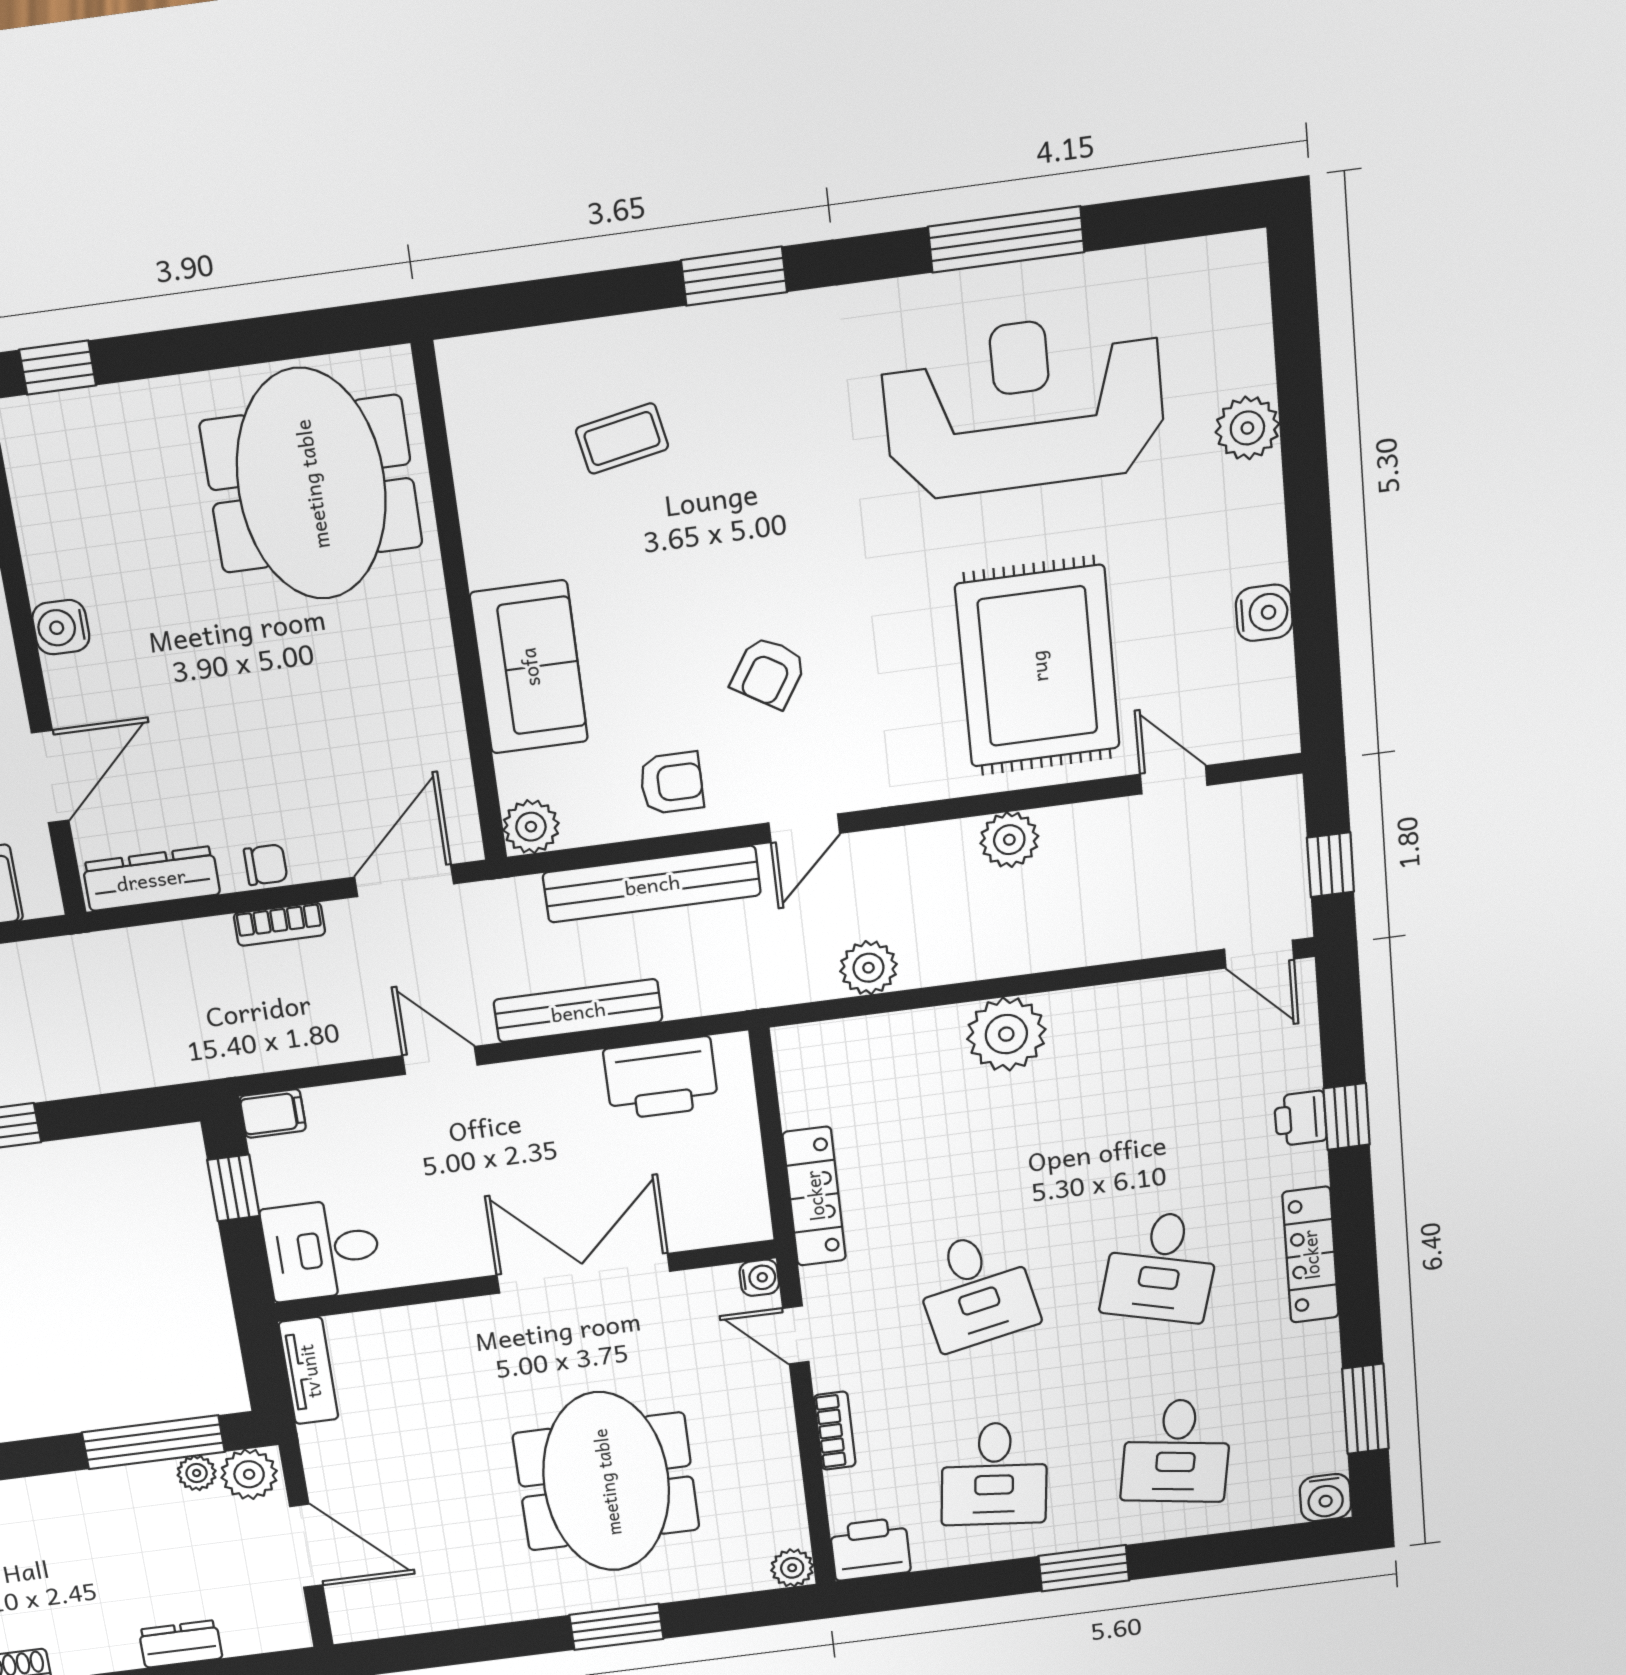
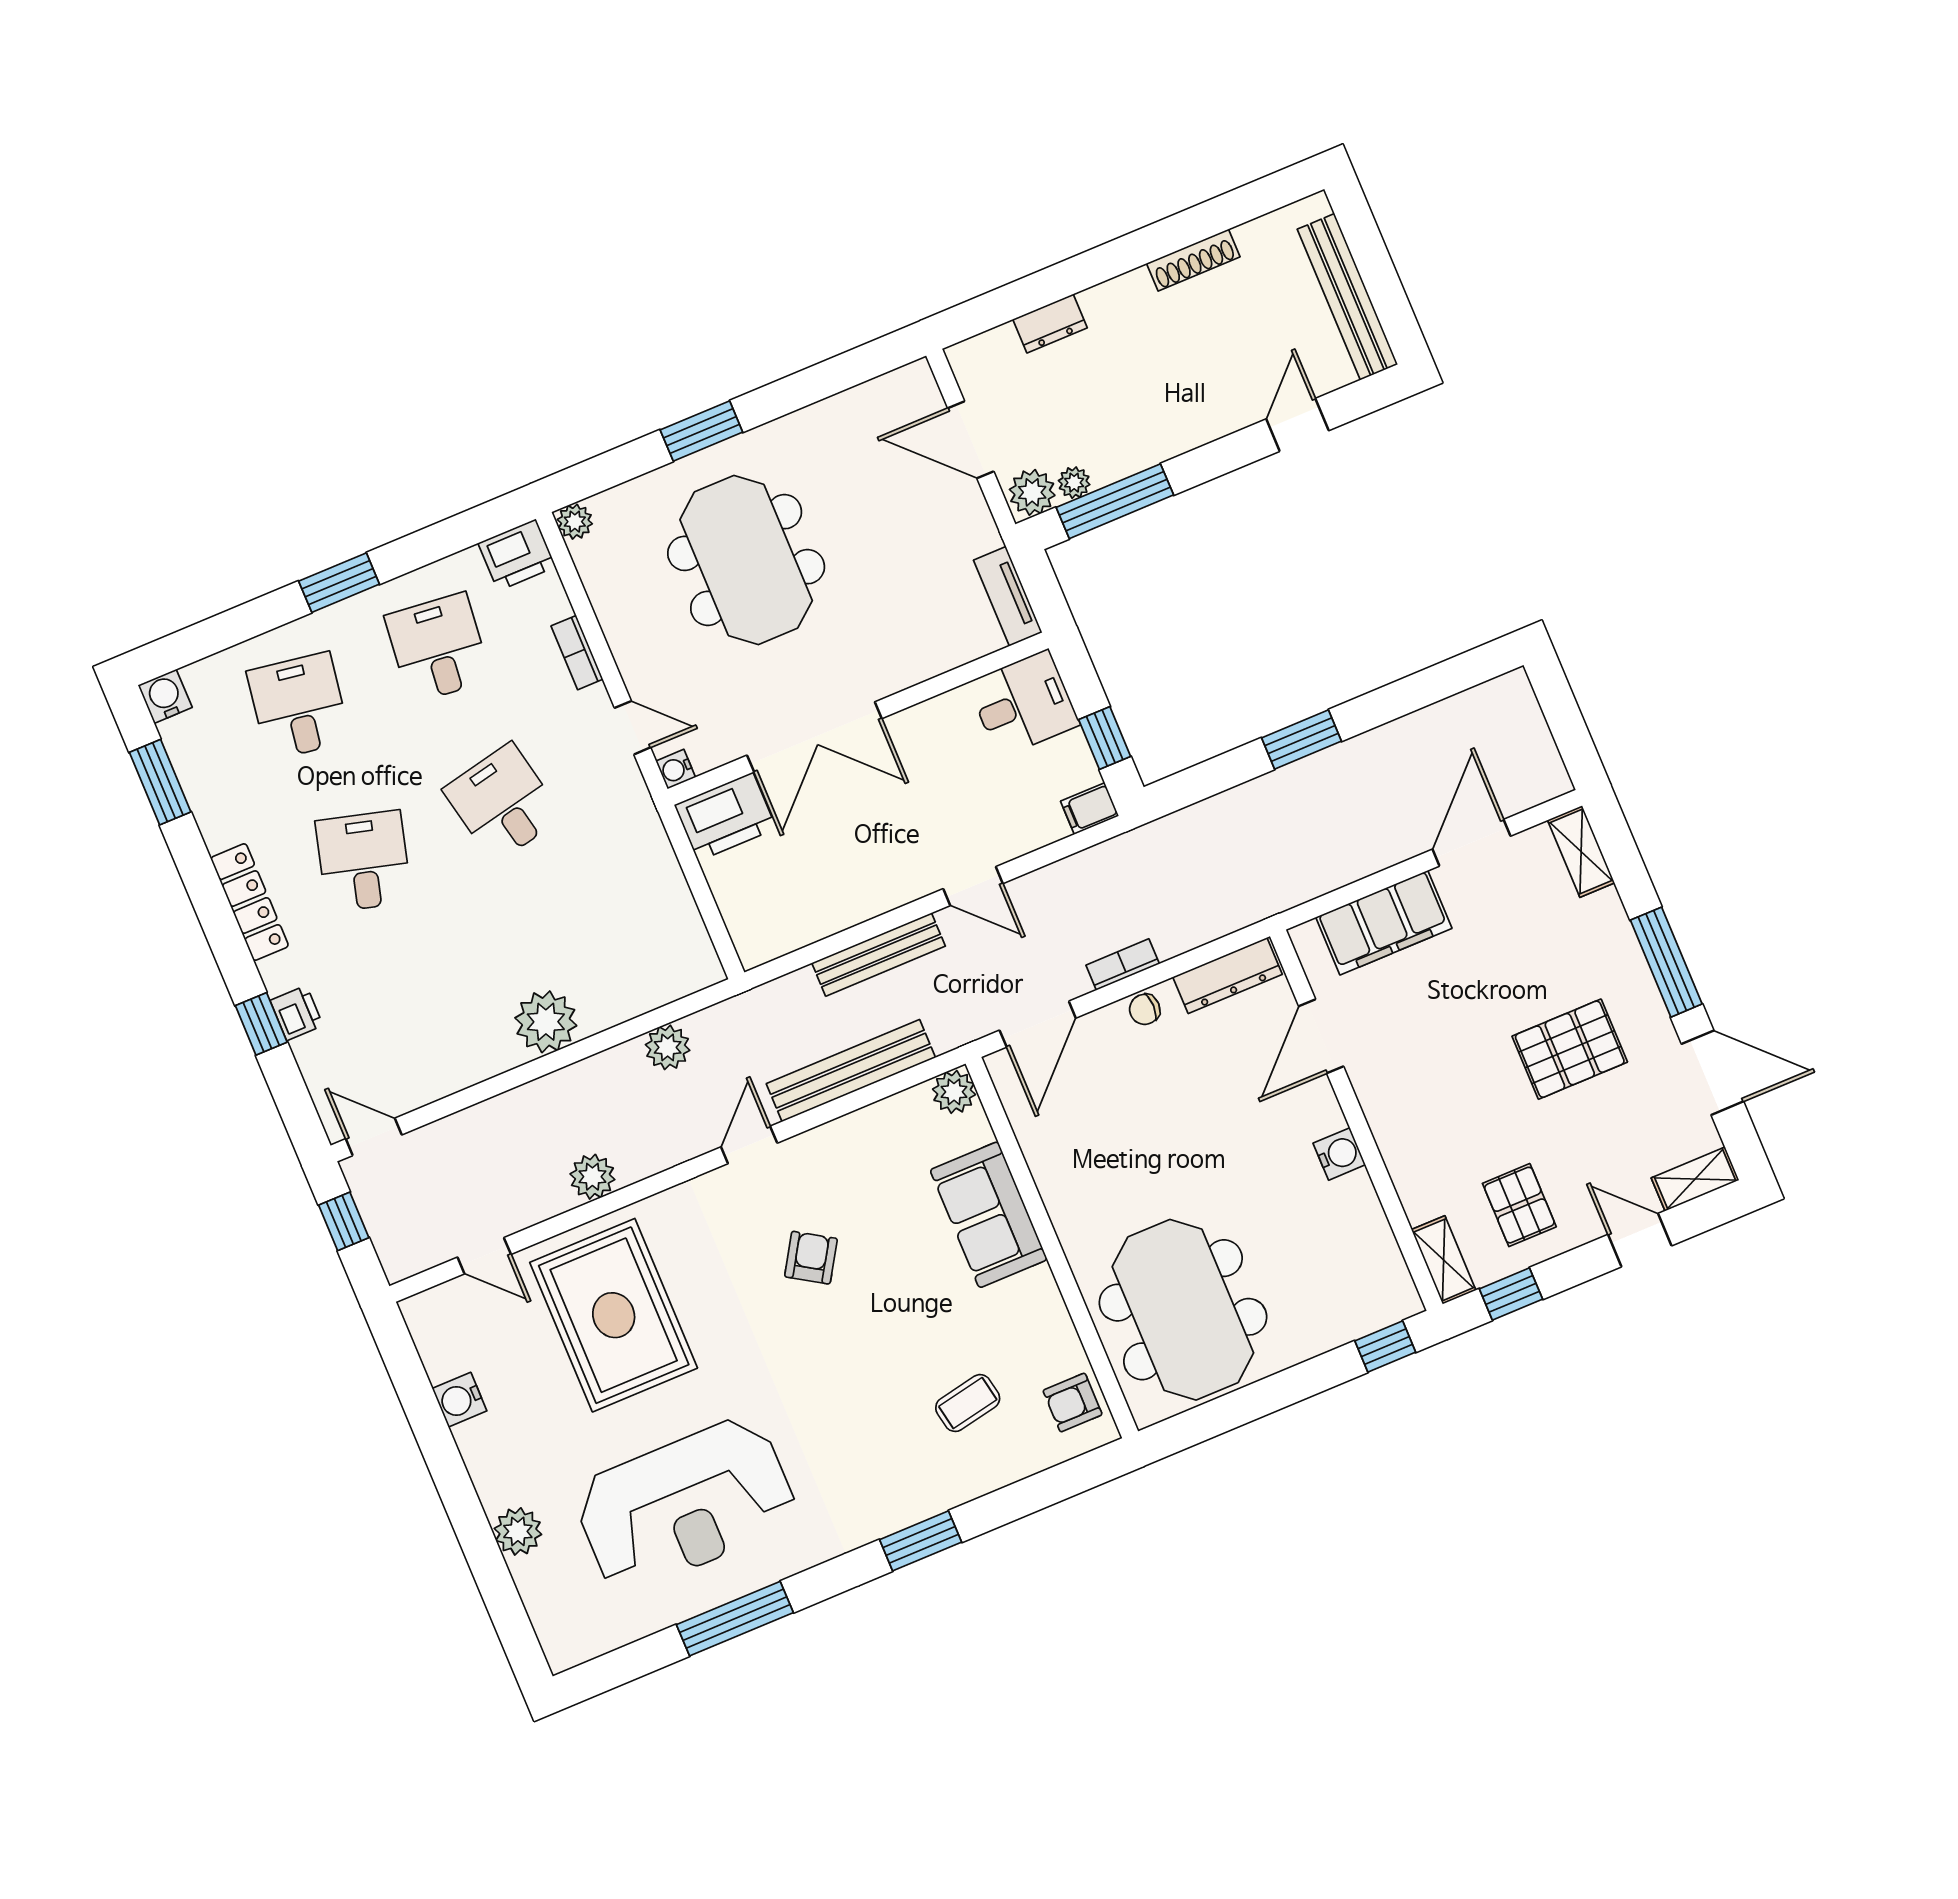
armchair: (672, 783) -> (1073, 1403), moved
printer: (661, 1078) -> (725, 817), moved, turned 180
locker: (814, 1196) -> (653, 849), removed

